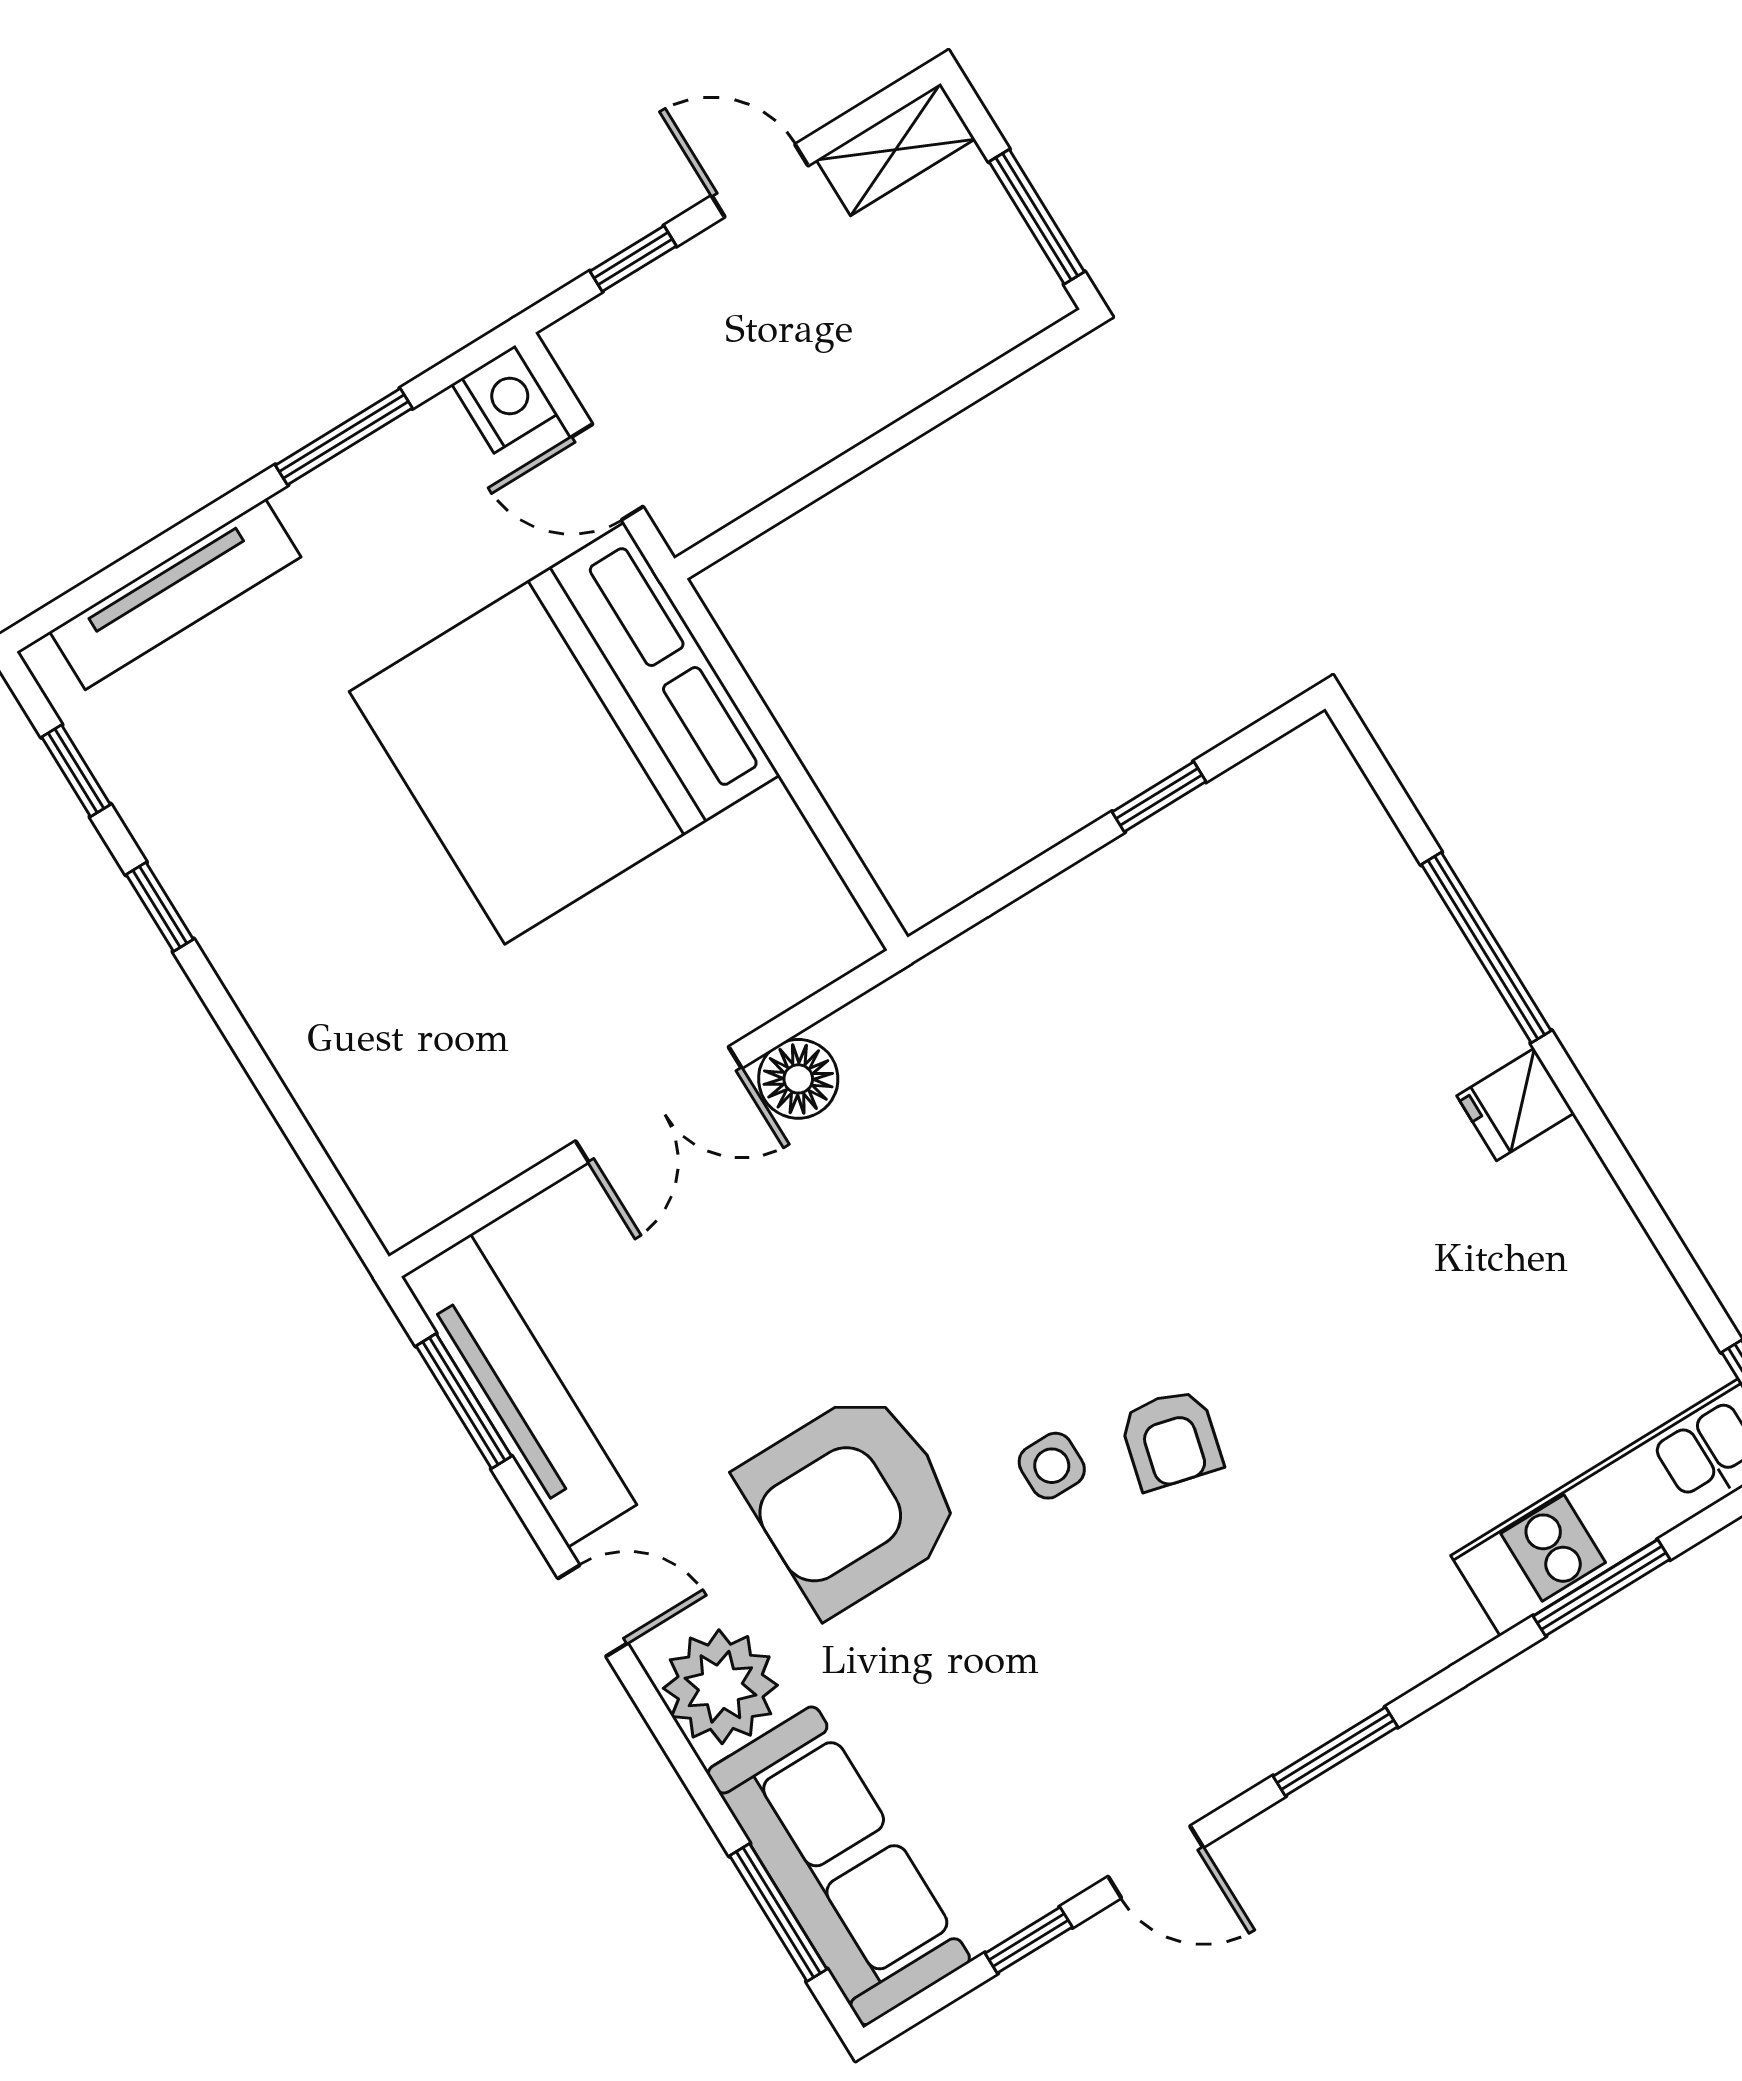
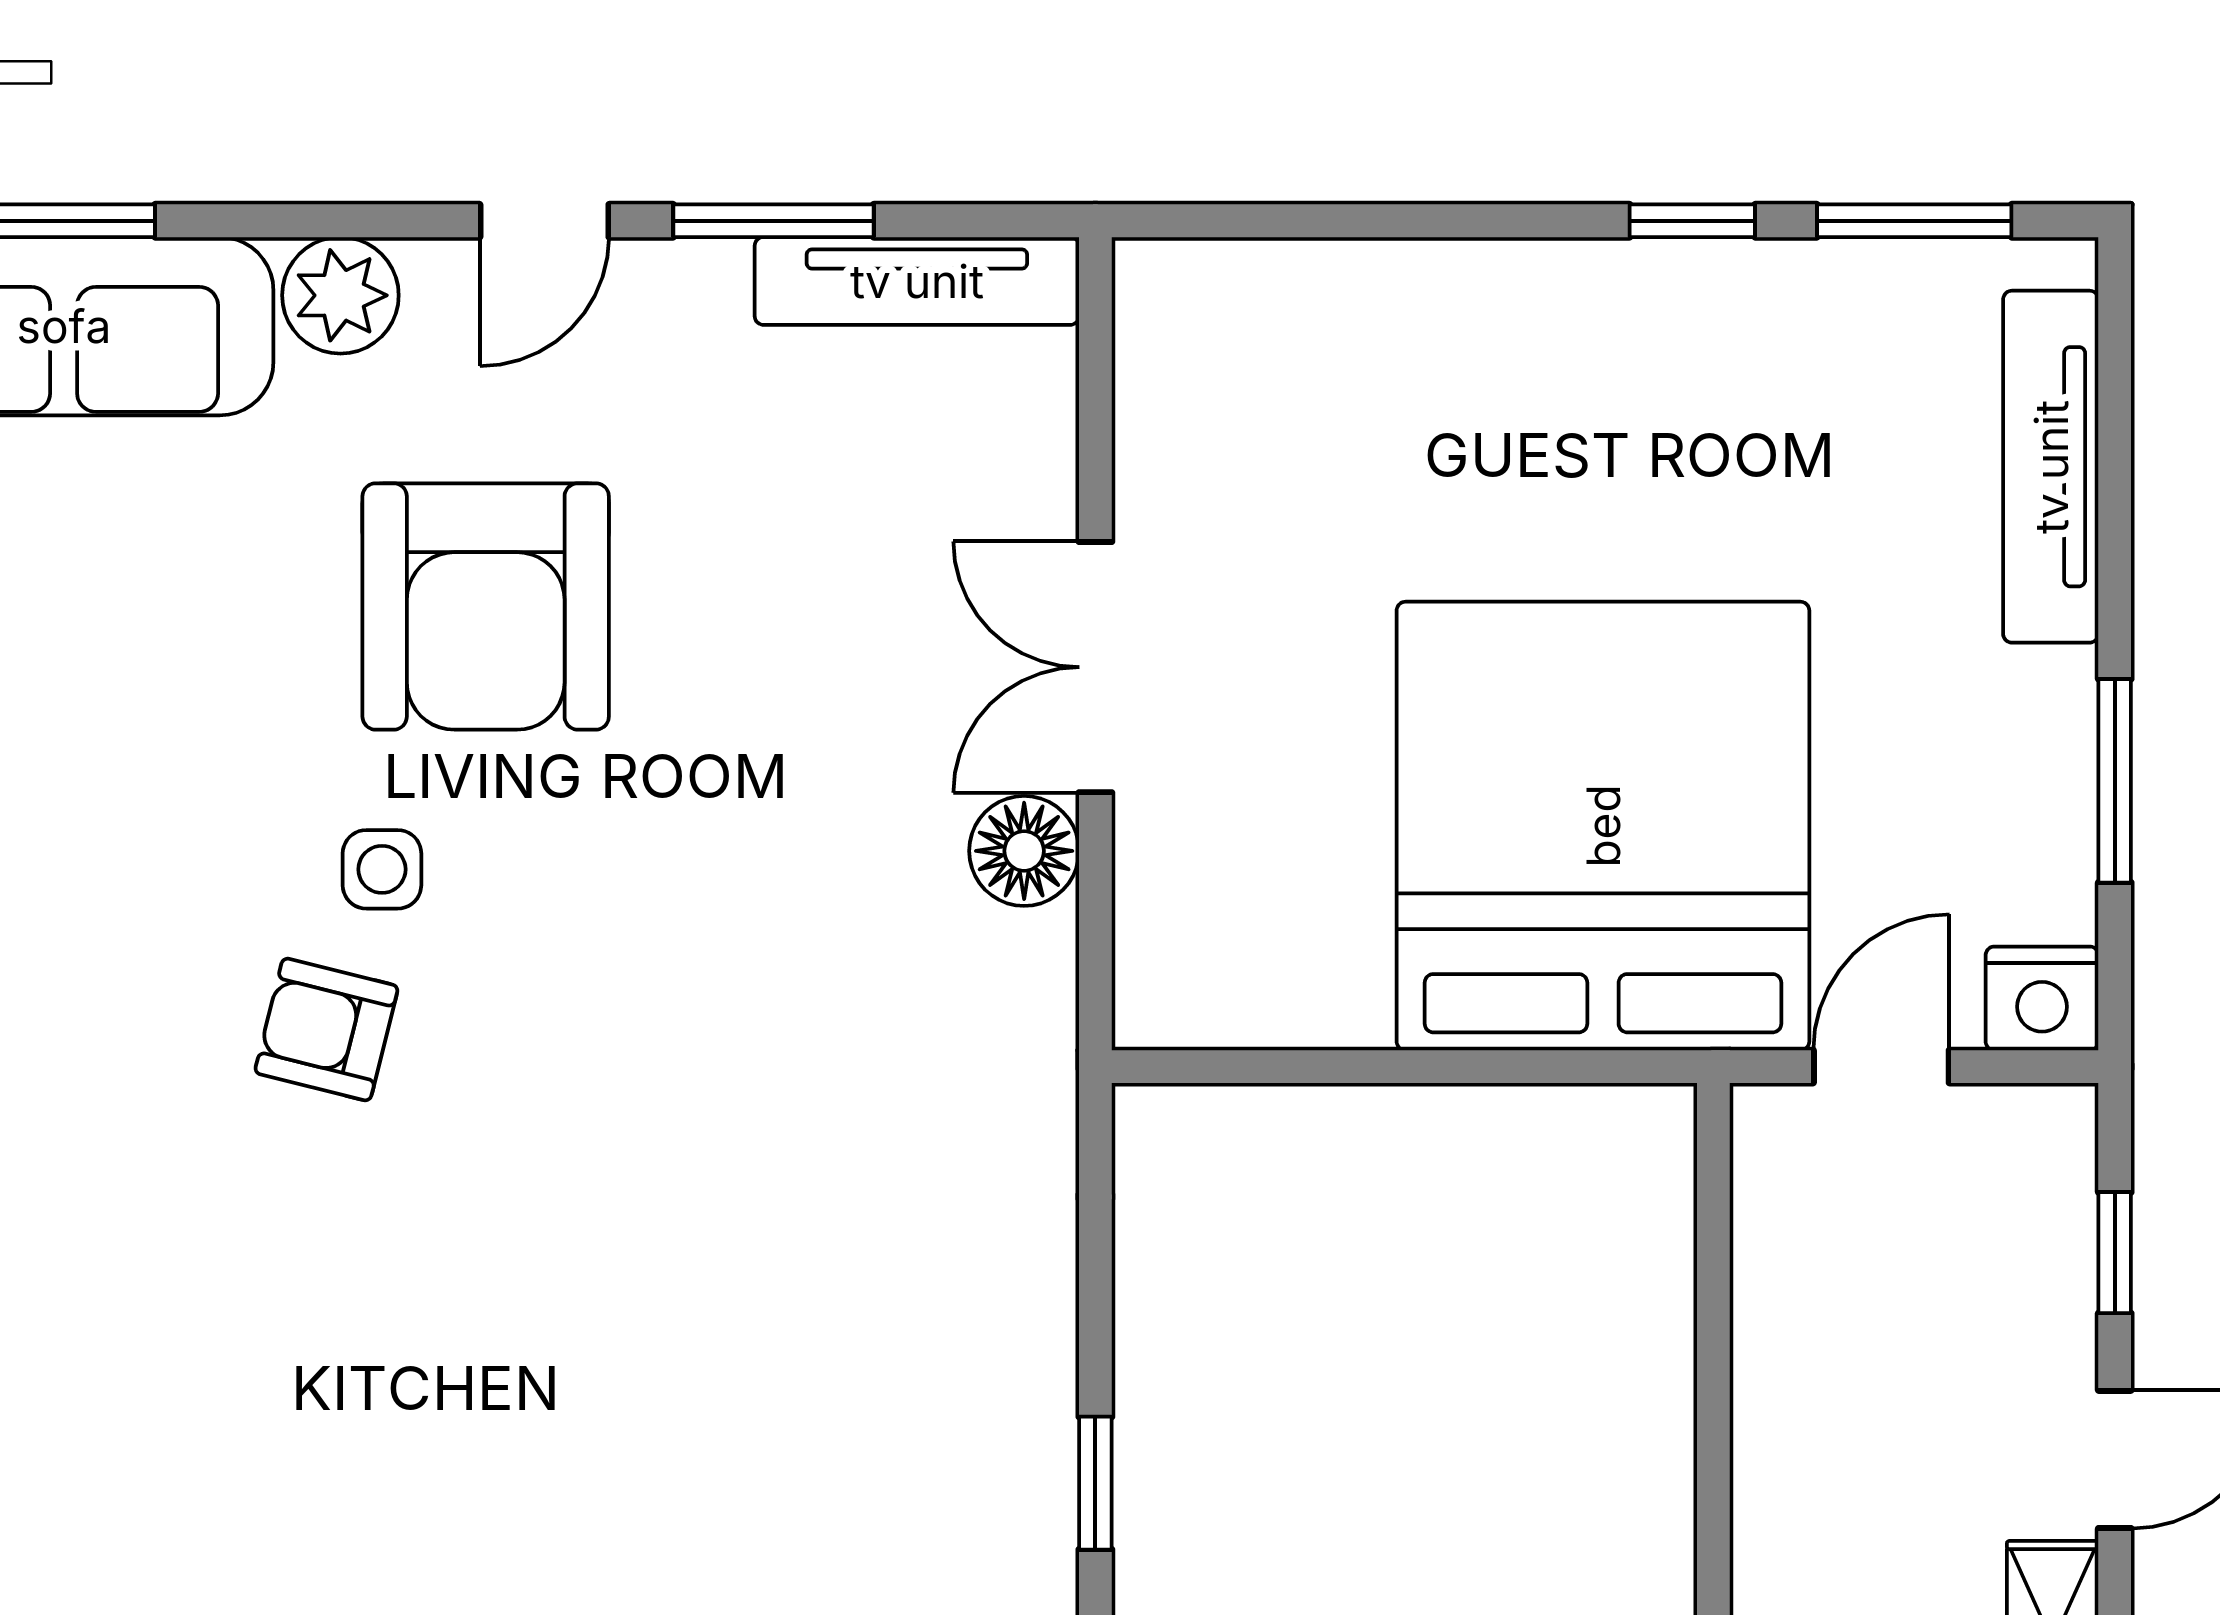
window: (76, 771) -> (1914, 221), width x1.50
tv unit: (519, 1391) -> (917, 281), width x0.73, depth x0.78
window: (464, 1401) -> (773, 221), moved
armchair: (851, 1501) -> (486, 606), turned 180
plant: (720, 1687) -> (340, 295), width x0.73, depth x0.73

